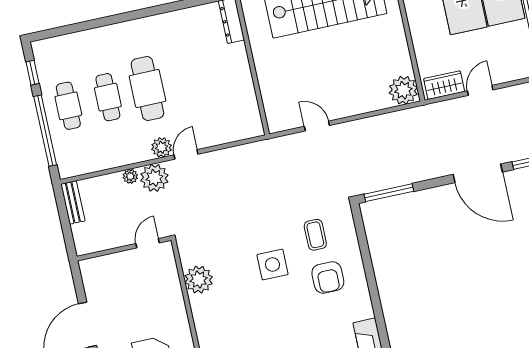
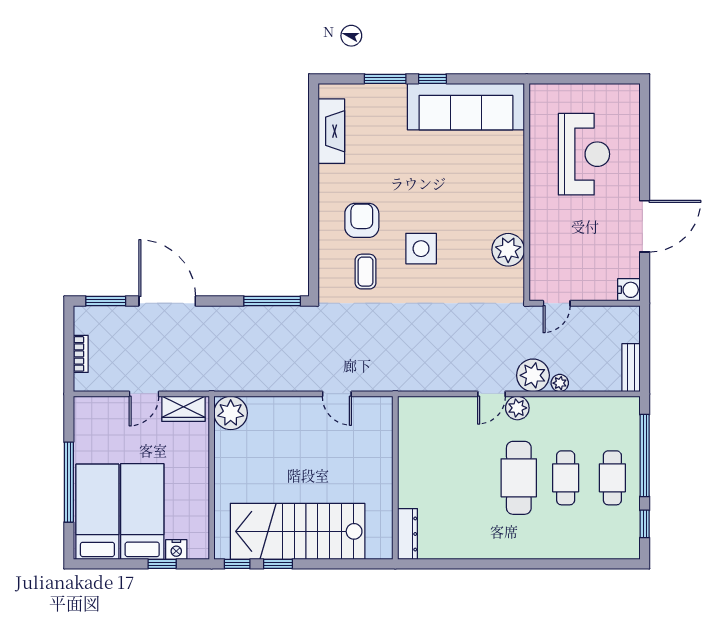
water cooler: (89, 268) -> (629, 290), added

